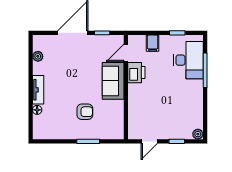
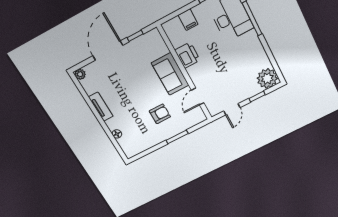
door: (126, 53) -> (198, 96), moved
plant: (38, 56) -> (80, 74), moved
tv unit: (38, 90) -> (101, 107), moved
plant: (198, 134) -> (267, 78), width x1.88, depth x1.88

